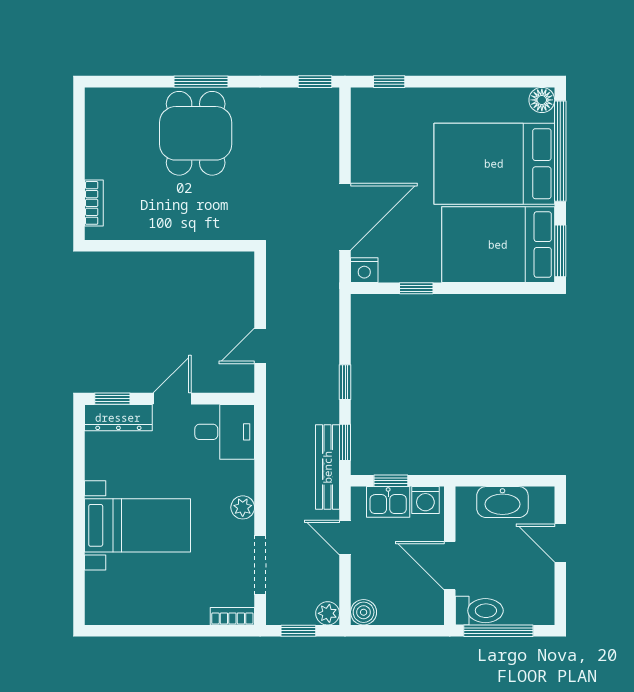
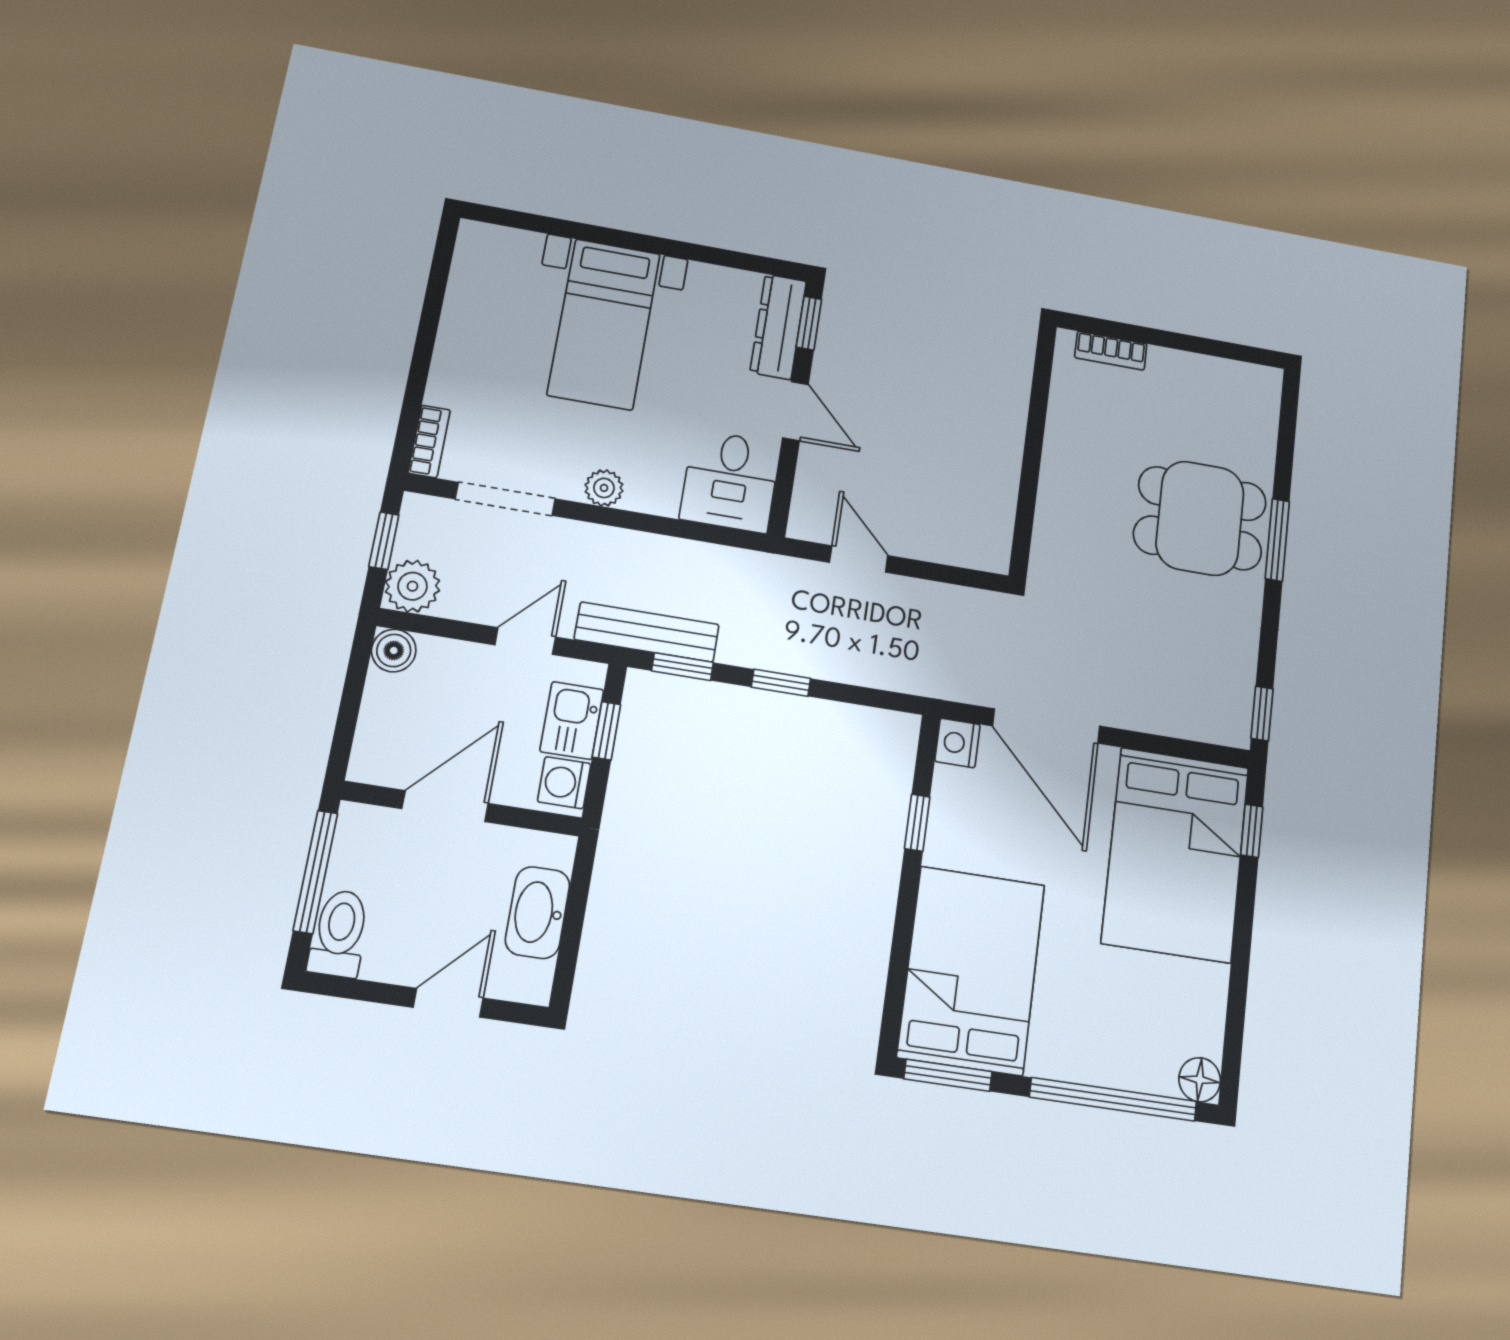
bed: (494, 164) -> (1176, 854), moved, turned 180
toilet: (479, 611) -> (339, 933), moved, turned 180
plant: (328, 613) -> (412, 586), width x1.38, depth x1.38

